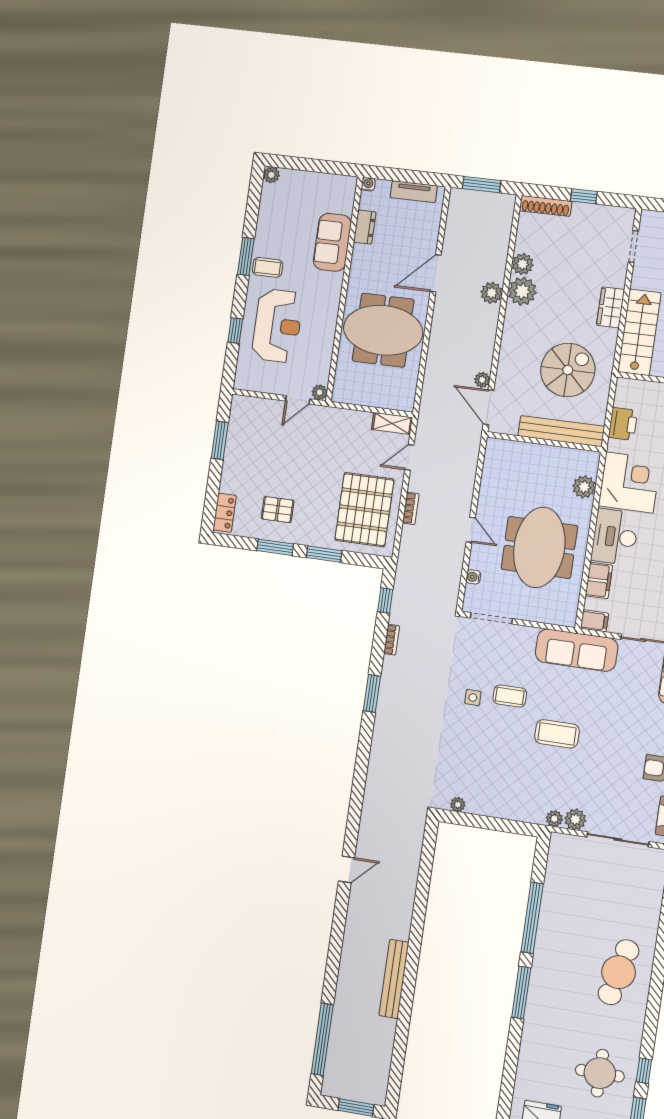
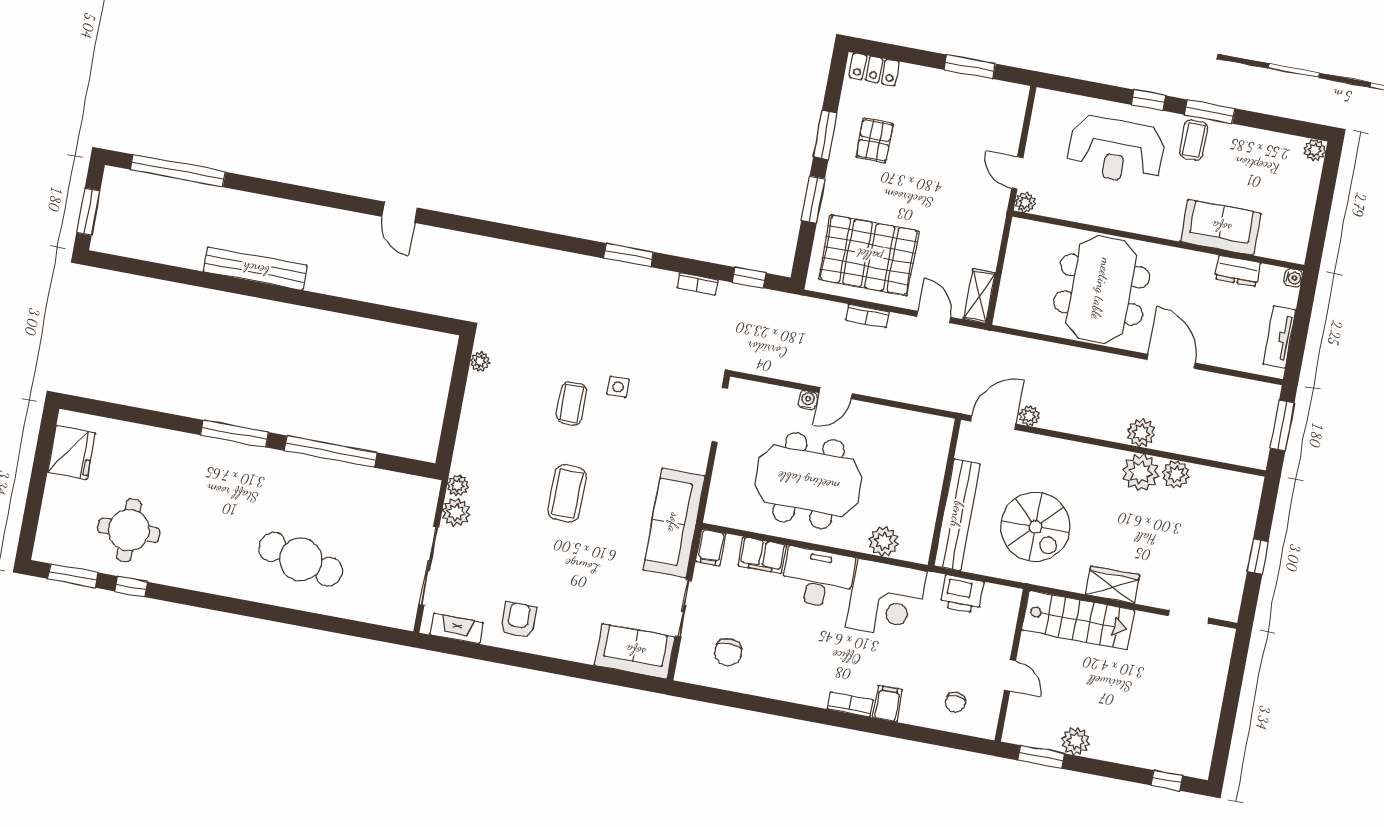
shoe rack: (546, 206) -> (1249, 507), removed
window: (235, 331) -> (1149, 100), moved
water cooler: (473, 577) -> (808, 400), moved
coffee table: (510, 696) -> (571, 403), moved
cafe table: (619, 972) -> (301, 559), moved

